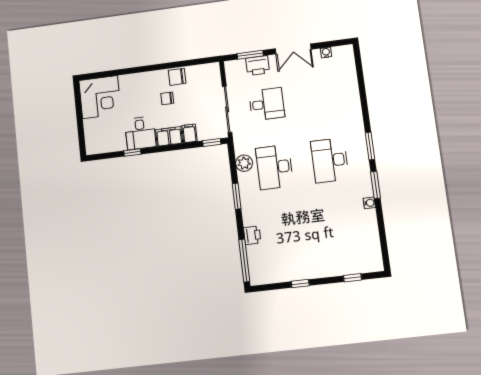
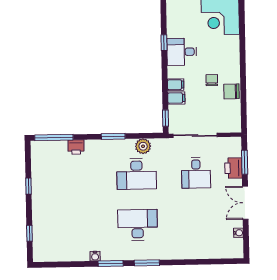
chair: (177, 77) -> (231, 91), turned -90
filing cabinet: (169, 136) -> (176, 85), width x0.50
desk: (275, 167) -> (137, 174), turned 180

